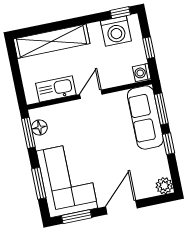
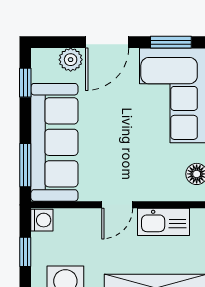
sofa: (145, 117) -> (54, 142), width x1.36, depth x1.27
window: (168, 144) -> (25, 83), moved
plant: (164, 186) -> (71, 60), moved

